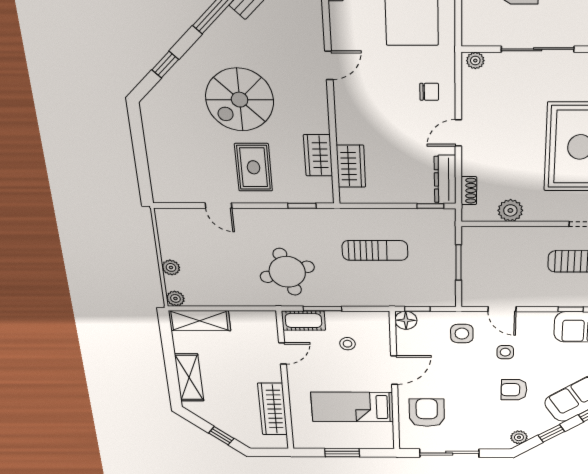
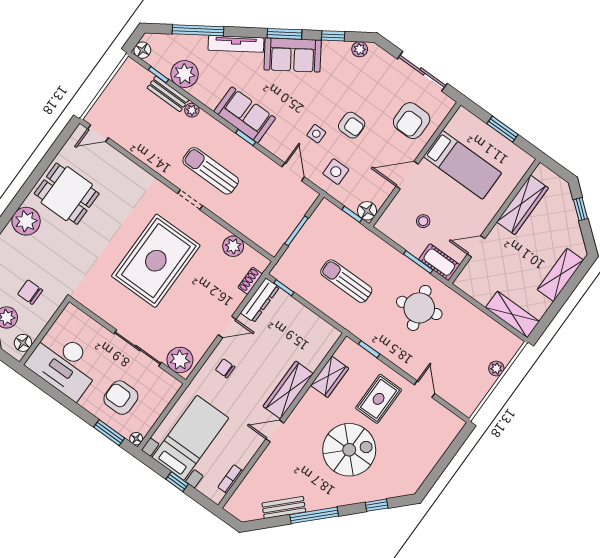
plant: (475, 61) -> (180, 360), width x1.88, depth x1.88
wardrobe: (351, 166) -> (288, 390), moved, width x1.50
plant: (175, 298) -> (514, 343), removed
armchair: (514, 390) -> (352, 125), moved

